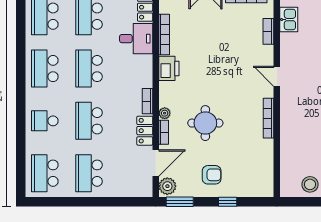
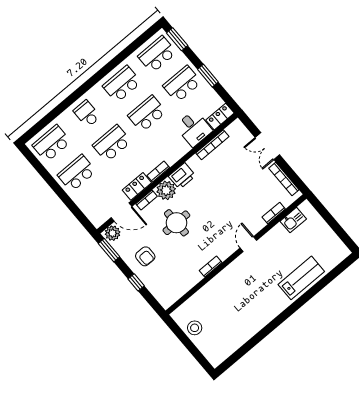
printer: (169, 68) -> (182, 176), moved
plant: (165, 113) -> (166, 190), width x1.88, depth x1.88
bookcase: (268, 118) -> (211, 266), width x0.64

